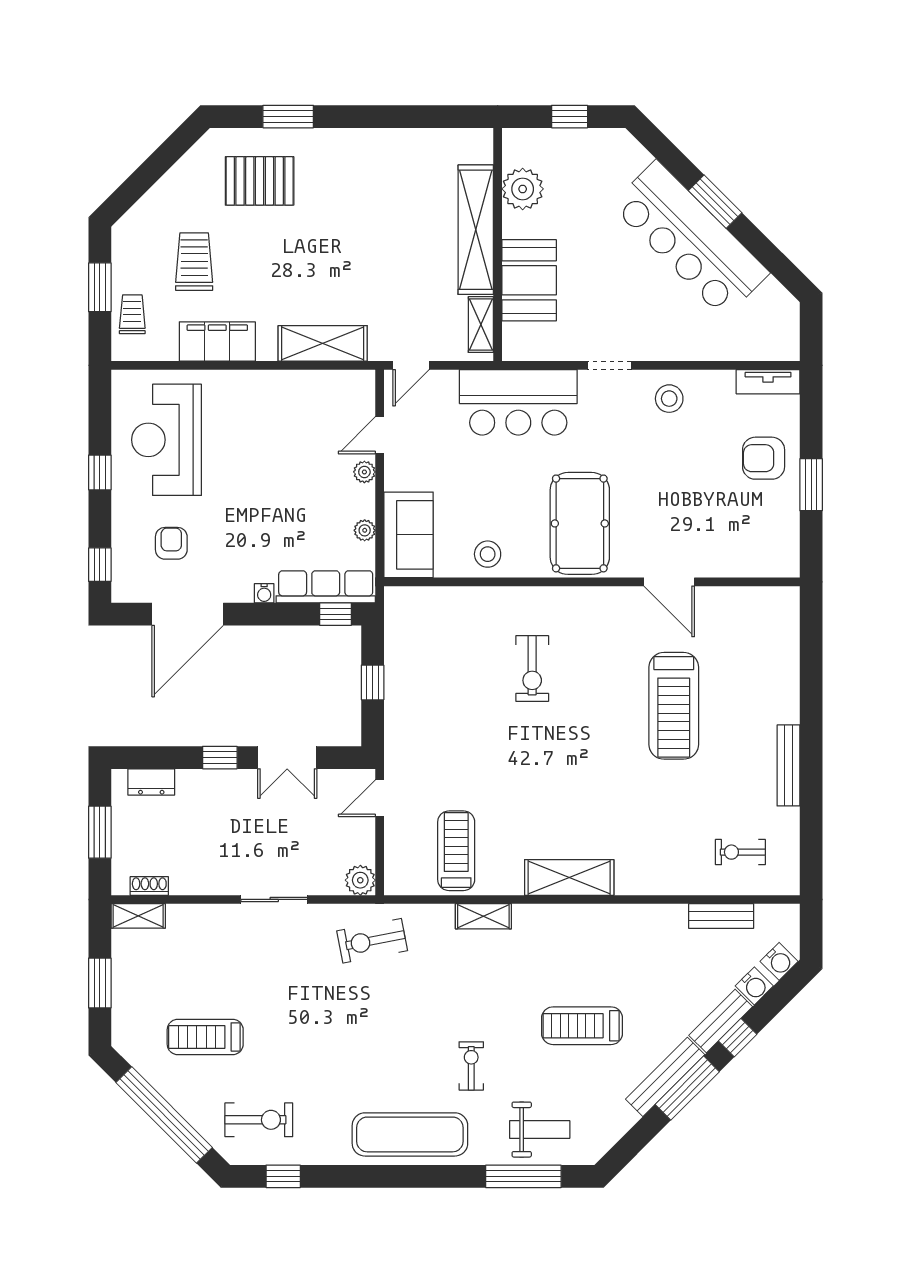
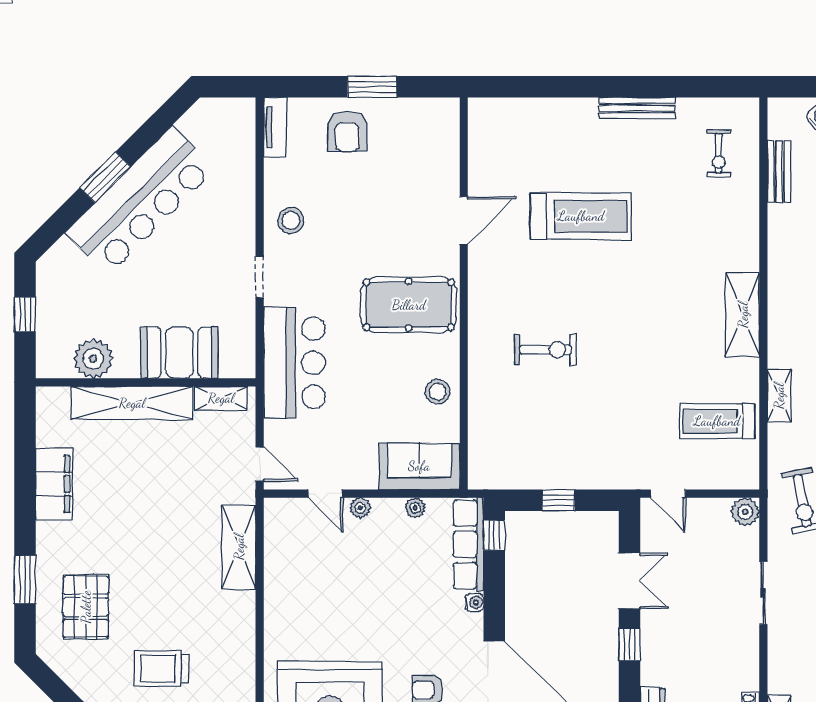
filing cabinet: (217, 341) -> (54, 484), moved, turned 180

